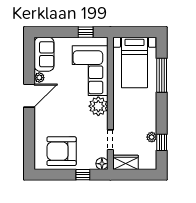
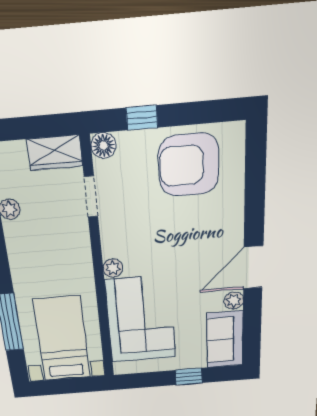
window: (86, 32) -> (189, 377), moved
plant: (98, 106) -> (113, 268), width x0.53, depth x0.53
armchair: (62, 151) -> (189, 165), turned 180

